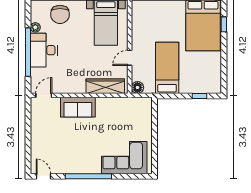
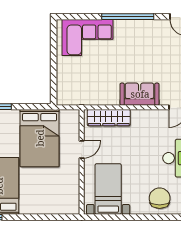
bed: (167, 68) -> (40, 138), width x1.50
floor lamp: (137, 88) -> (73, 116), removed

